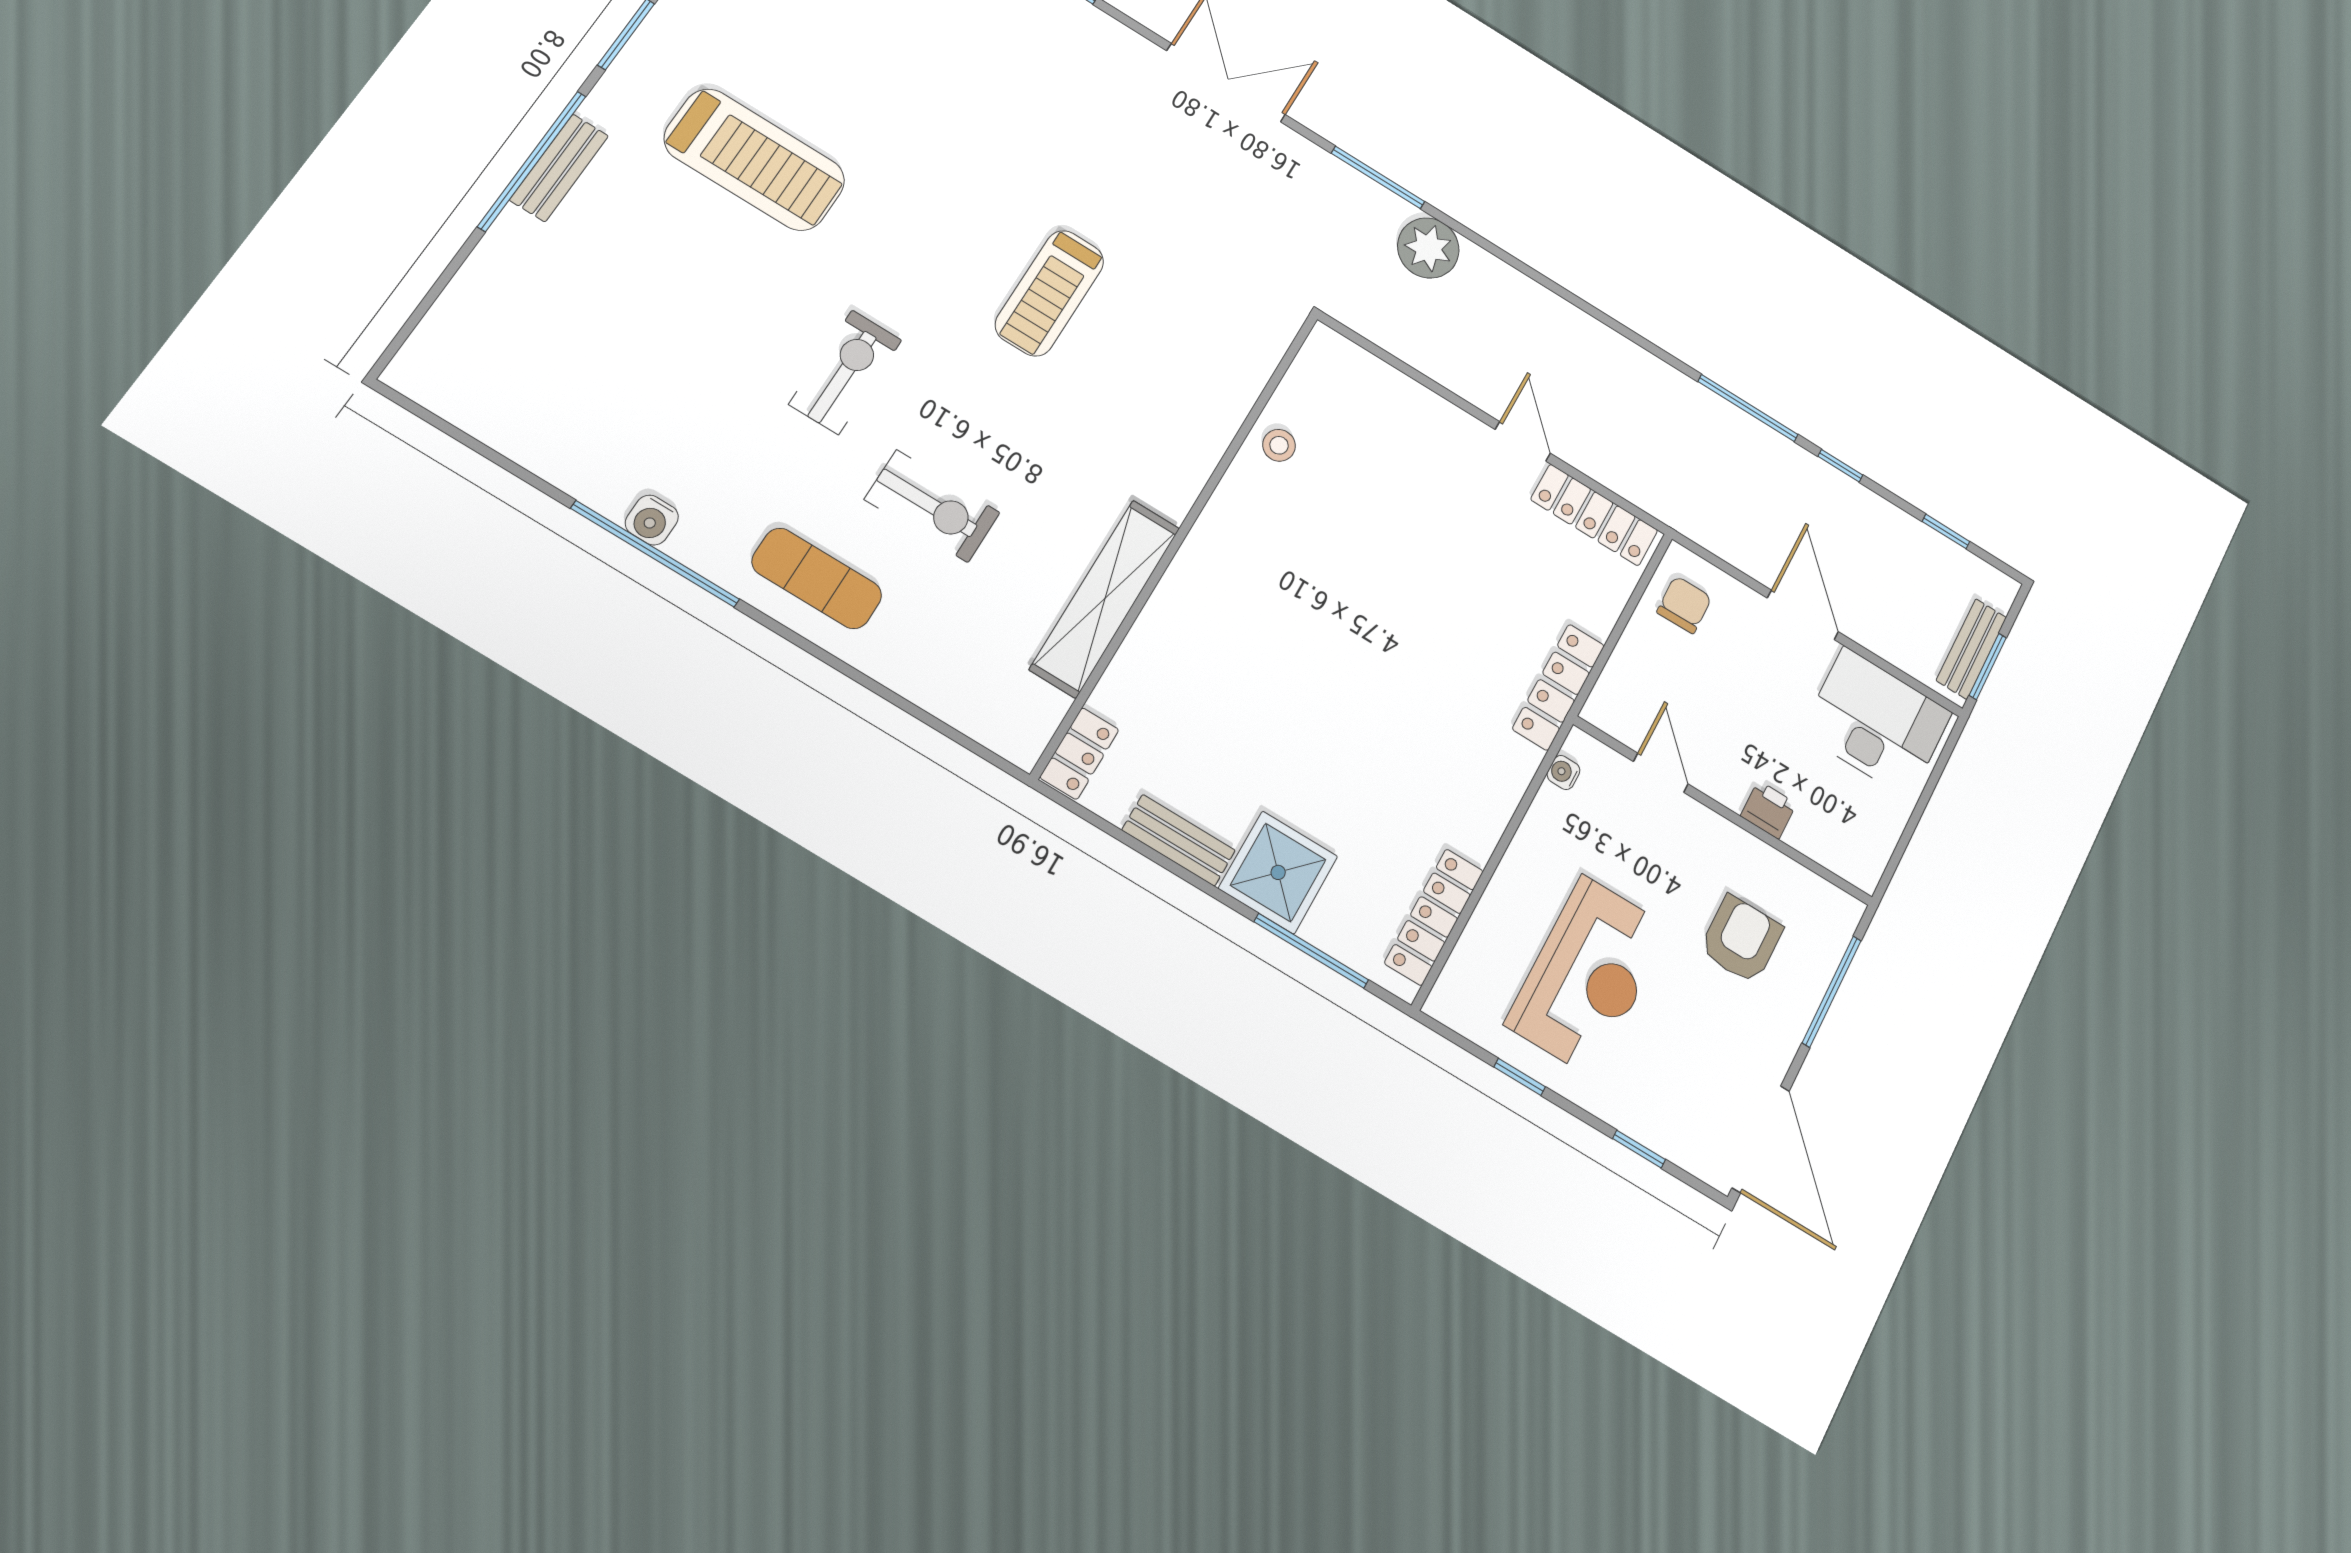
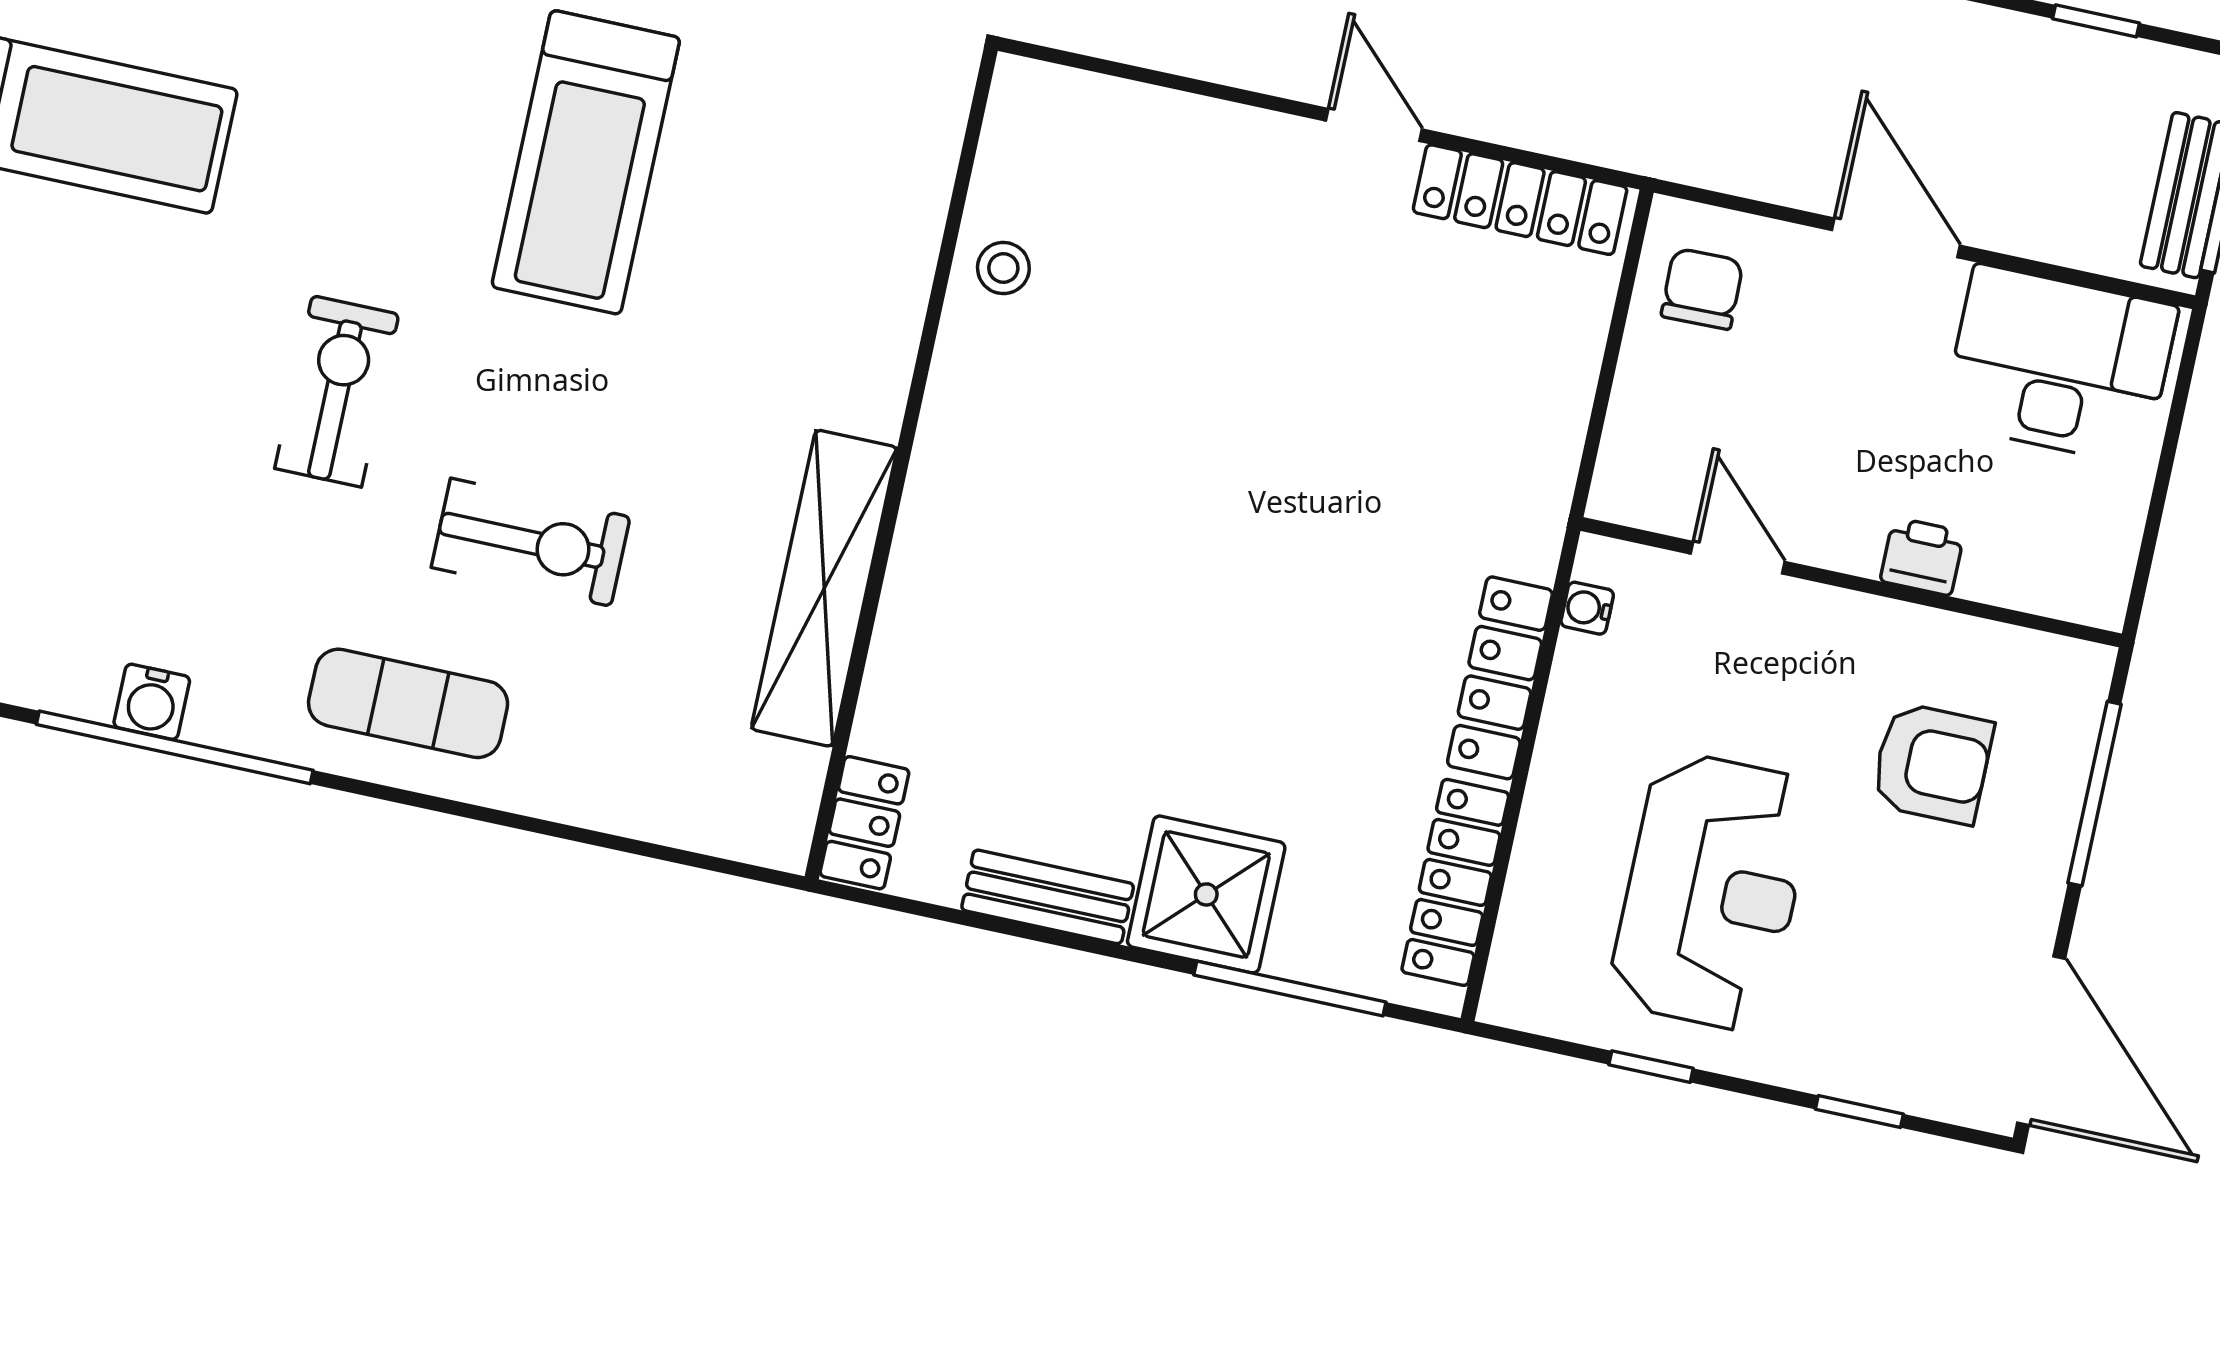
treadmill: (1050, 293) -> (586, 162), width x1.37, depth x1.38
locker: (1558, 687) -> (1500, 678), moved
armchair: (1741, 940) -> (1932, 763), turned 90

